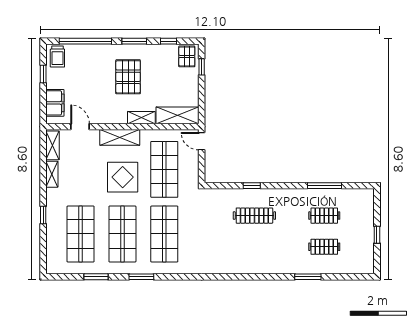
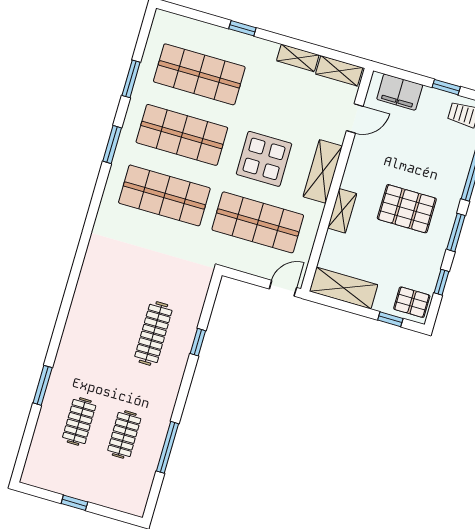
shelving: (178, 115) -> (344, 288), moved, turned 90

